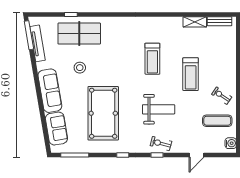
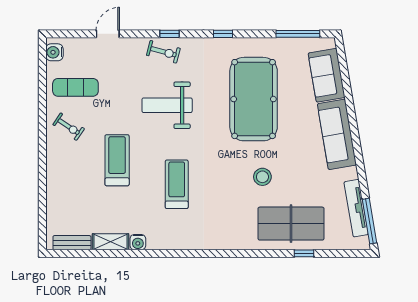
water cooler: (177, 22) -> (138, 242), added
stool: (80, 68) -> (262, 177), moved

